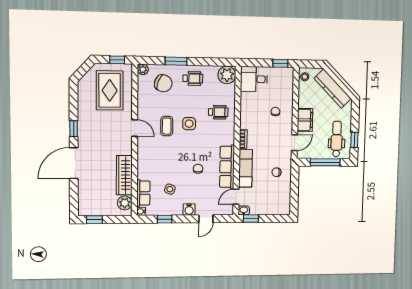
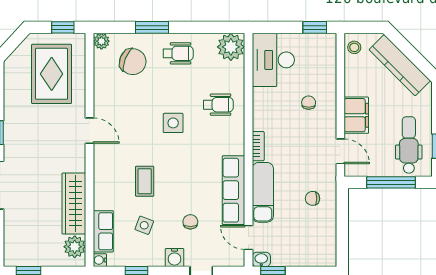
desk: (254, 79) -> (273, 60), width x1.37
coffee table: (167, 126) -> (145, 181), moved
door: (294, 143) -> (340, 151), hinge flipped
chair: (198, 169) -> (190, 222), moved
door: (236, 197) -> (248, 237), hinge flipped

